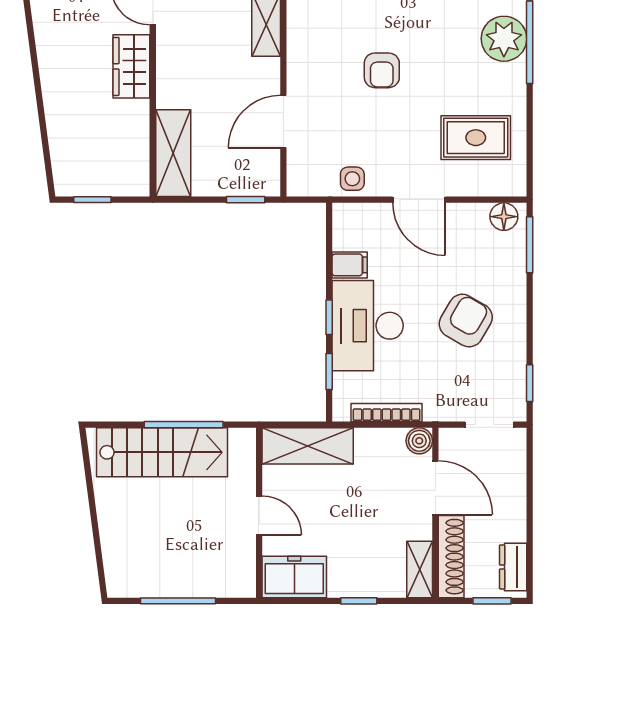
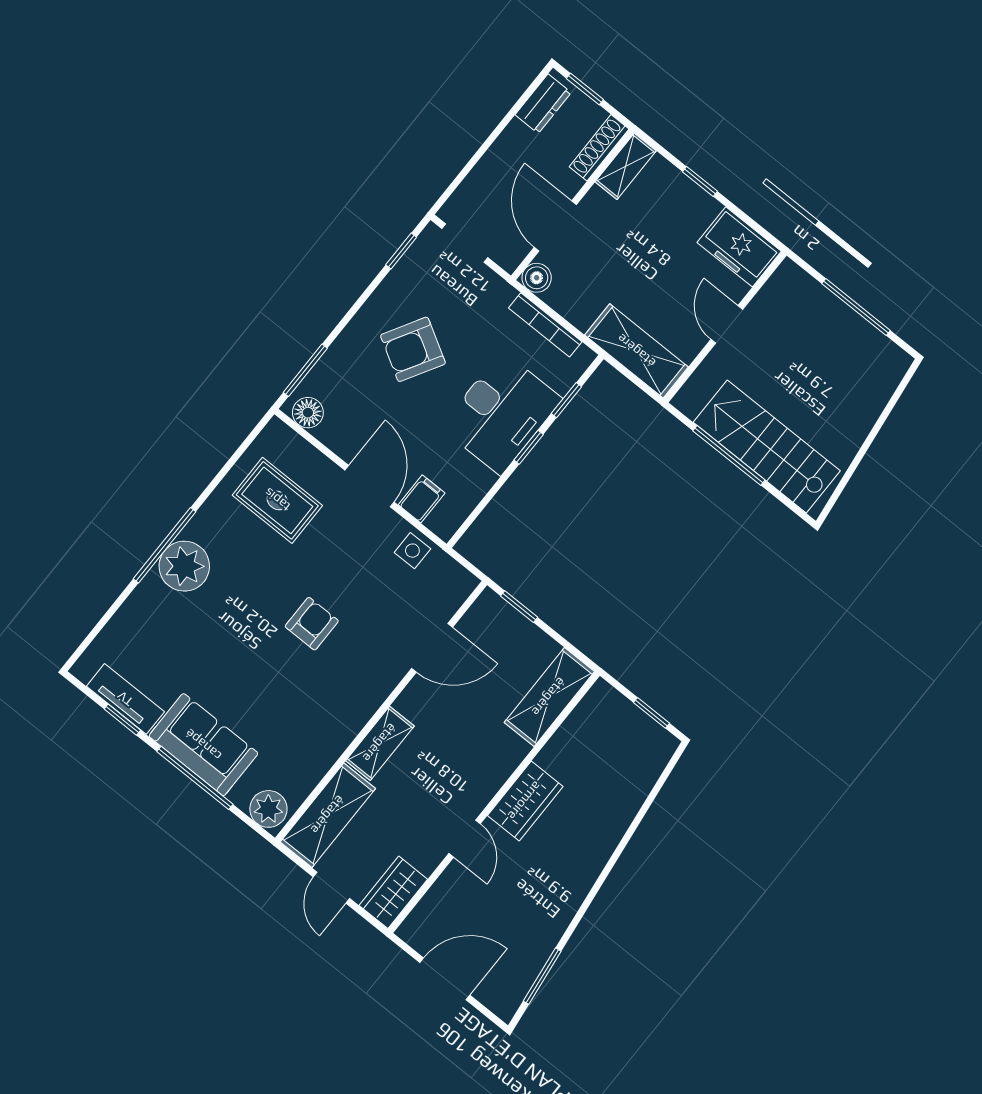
filing cabinet: (350, 265) -> (422, 499), moved, turned 90
shoe rack: (451, 557) -> (599, 148), width x0.74, depth x0.81

